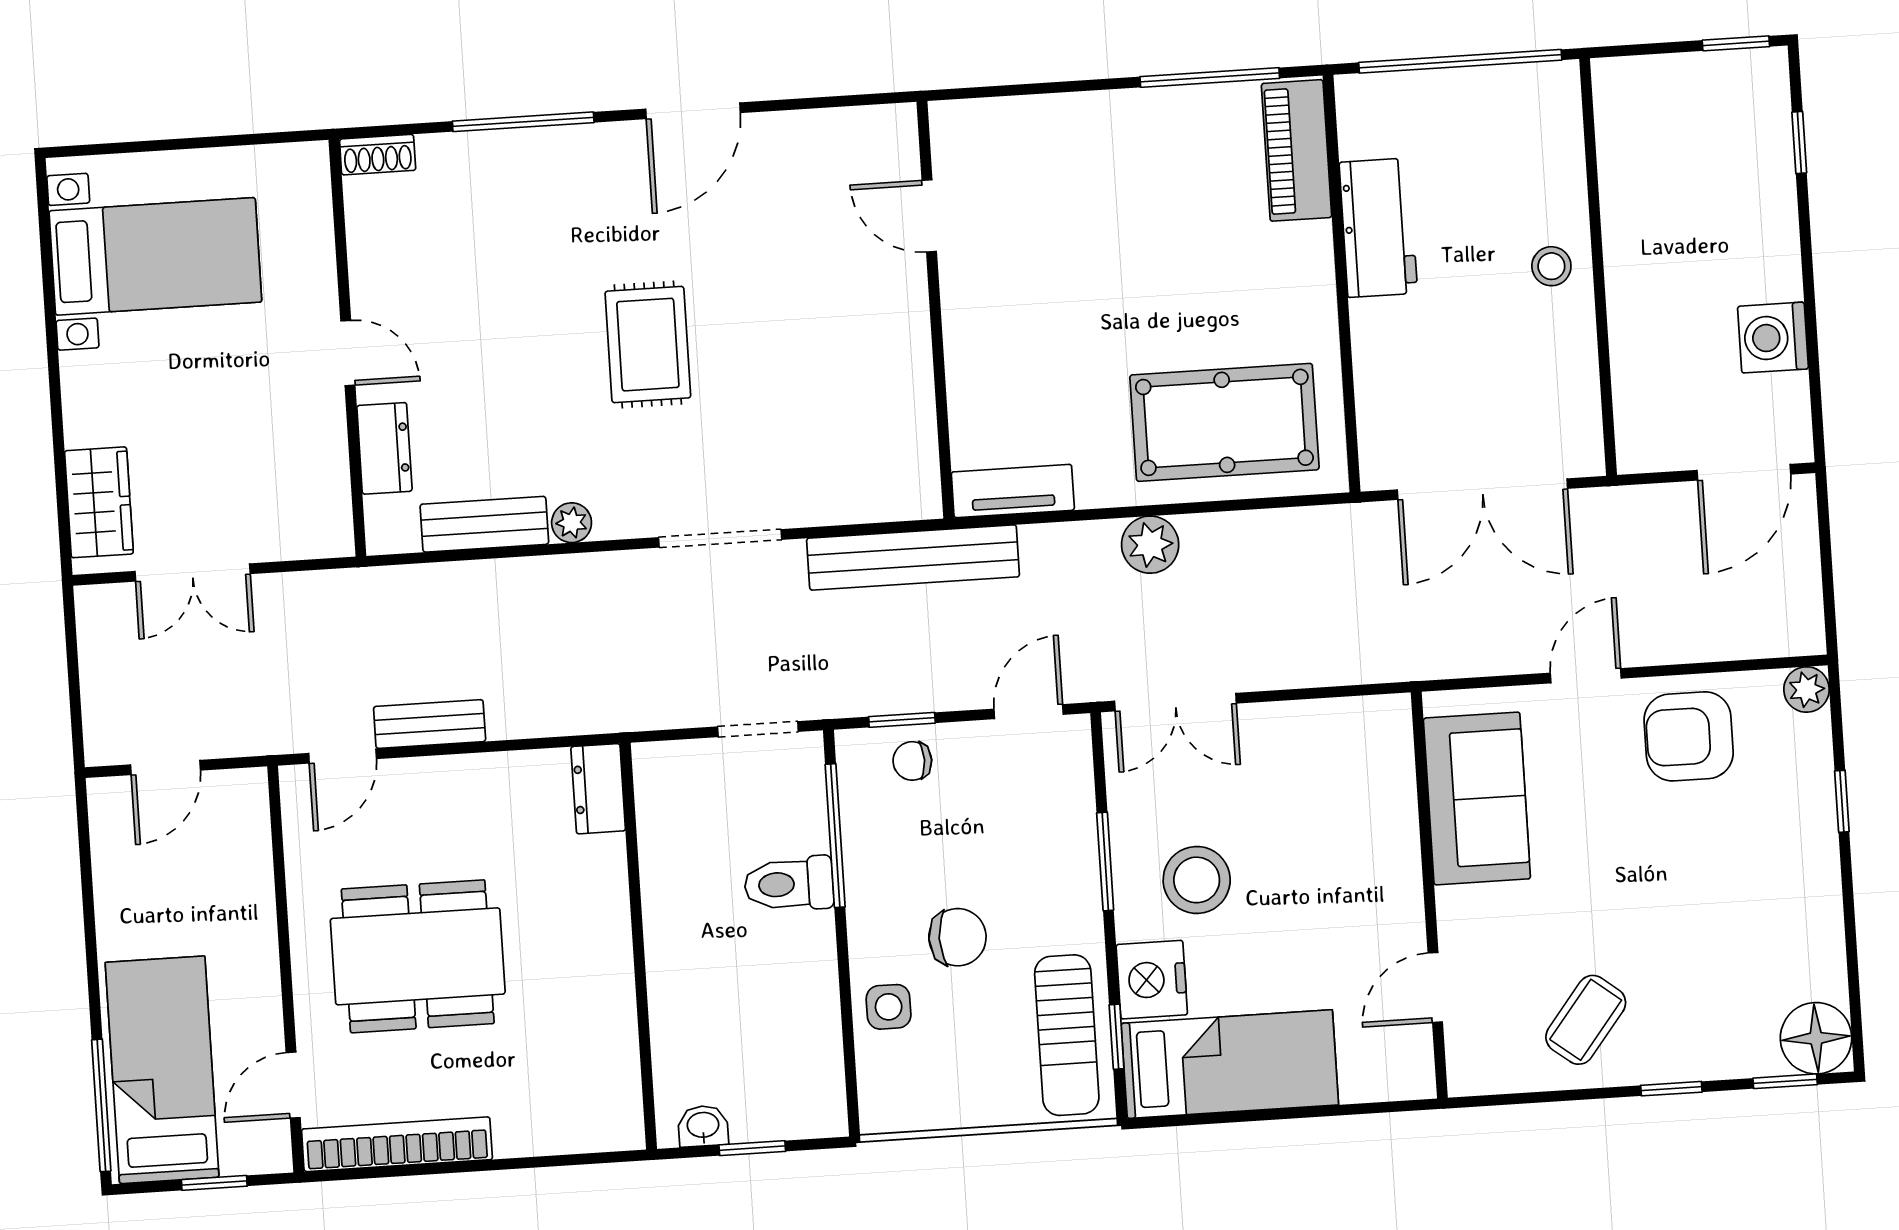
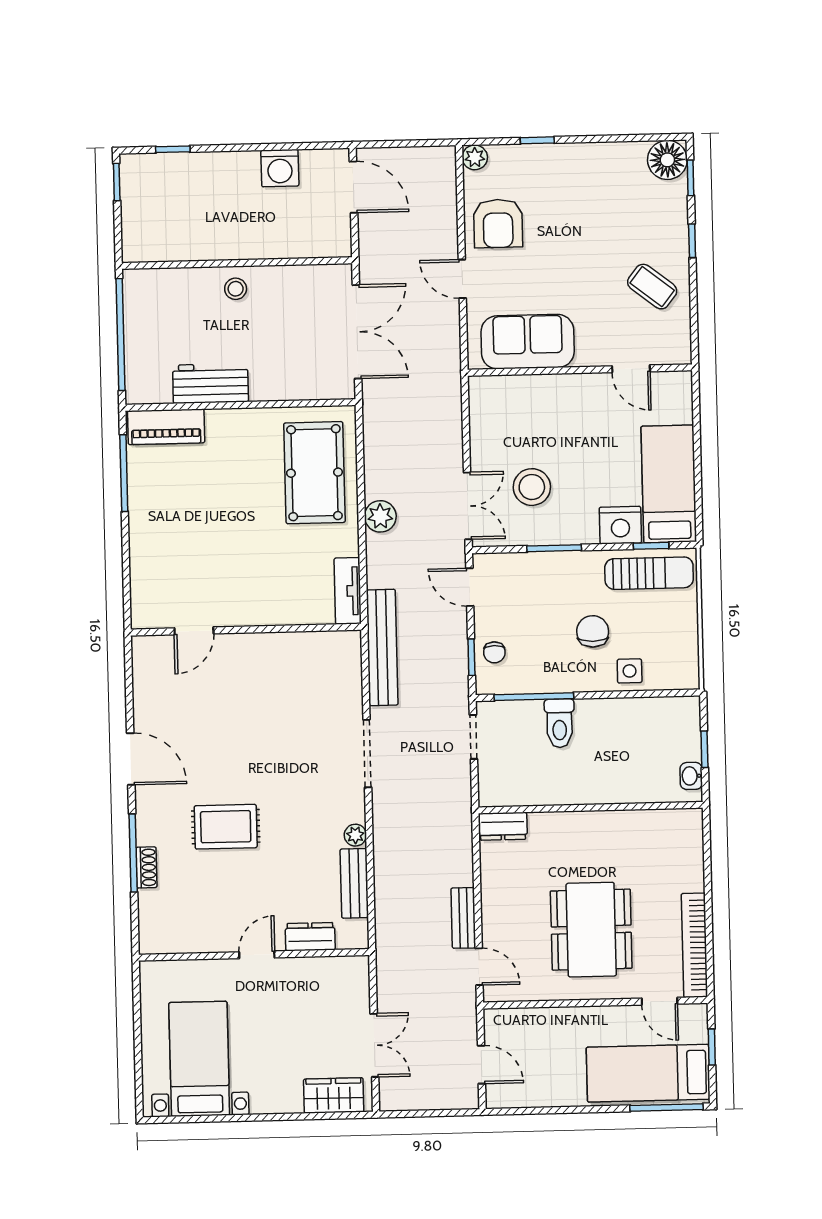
shoe rack: (378, 155) -> (146, 867), moved
rug: (648, 345) -> (226, 827), moved
stool: (1197, 880) -> (532, 487), moved

